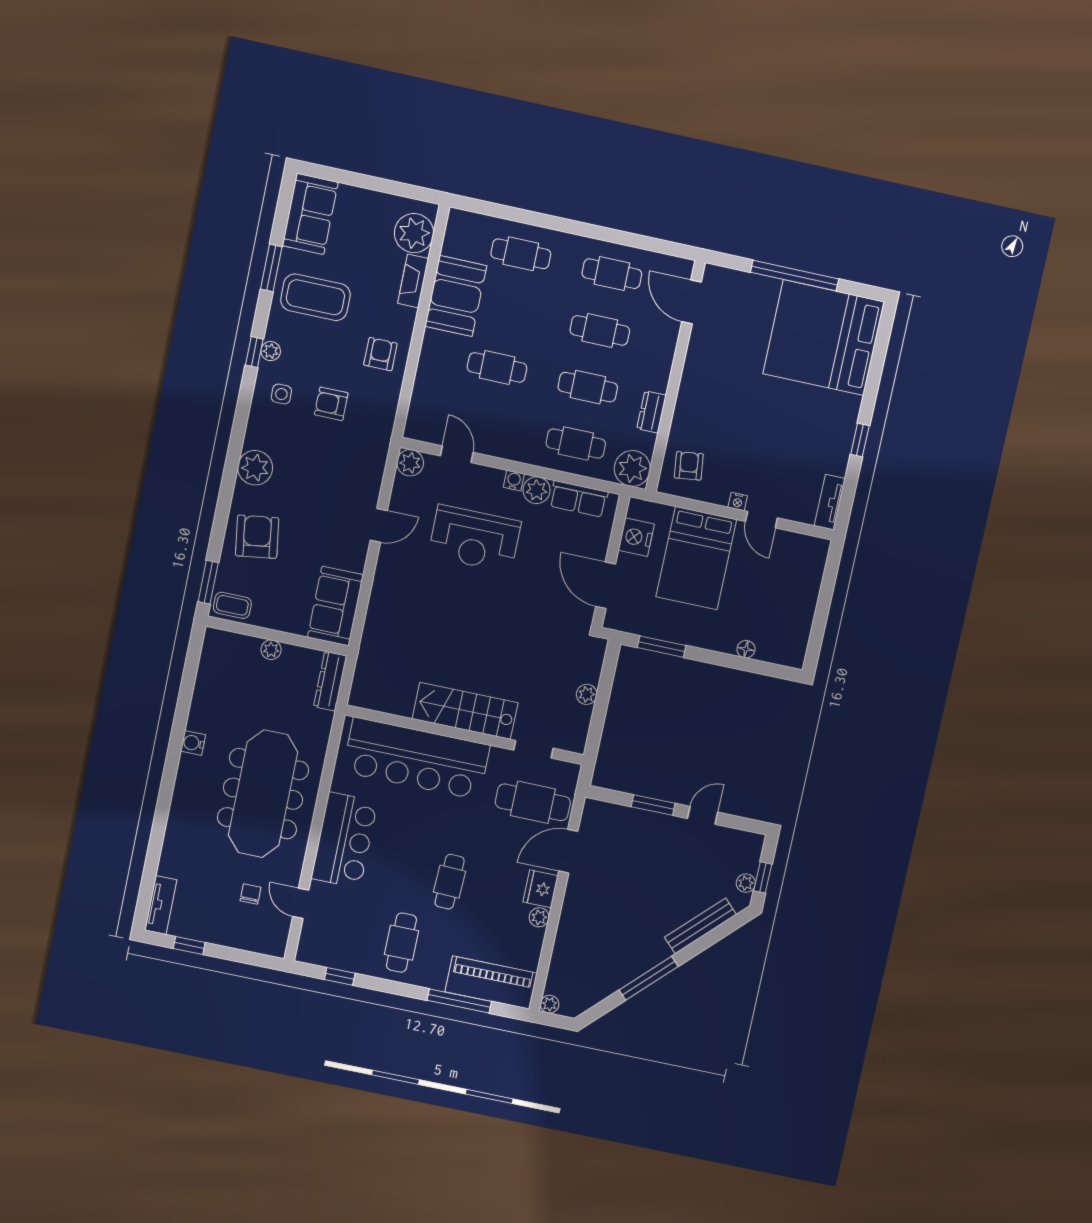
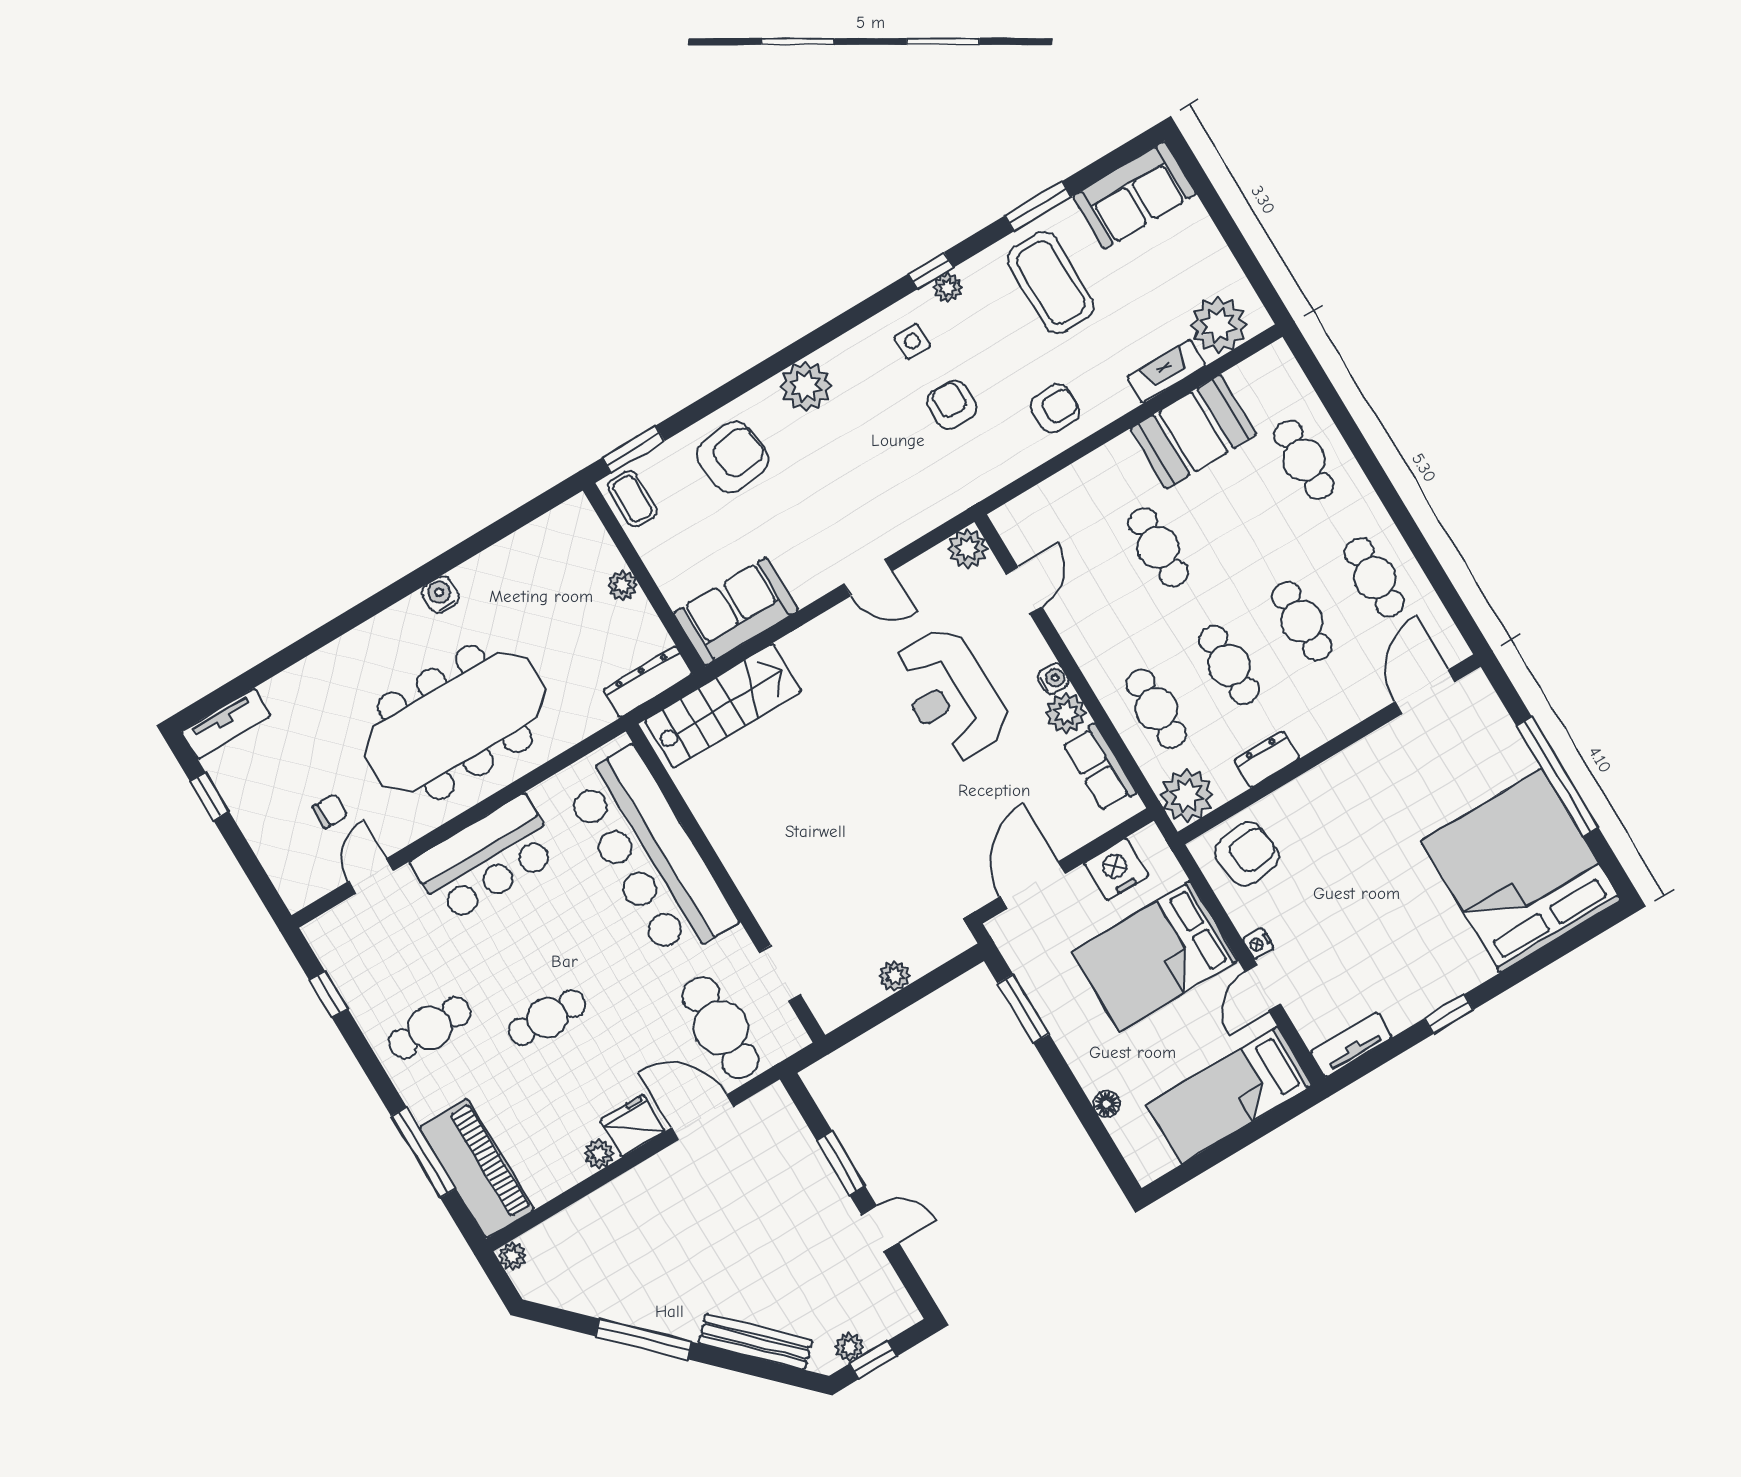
armchair: (689, 466) -> (1247, 854), width x1.38, depth x1.38
bed: (798, 585) -> (1230, 1095), added
stairs: (465, 711) -> (723, 706), moved, turned 90

